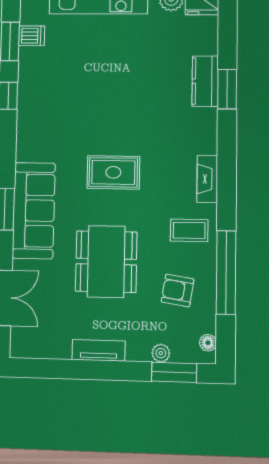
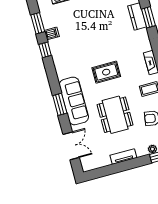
dishwasher: (32, 36) -> (52, 33), moved

